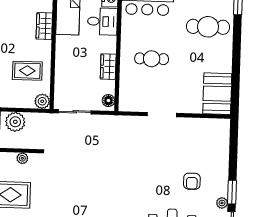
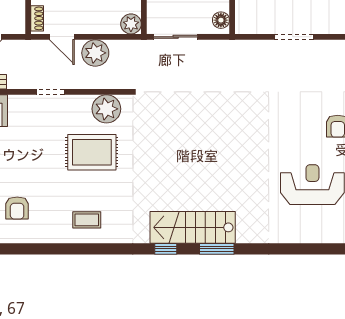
plant: (22, 158) -> (106, 109), width x1.87, depth x1.87

